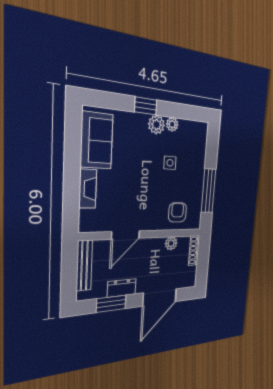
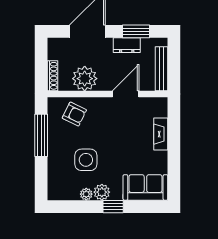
sofa: (97, 141) -> (145, 187), moved, turned 90
side table: (170, 163) -> (86, 160), width x1.87, depth x1.87
armchair: (177, 212) -> (74, 114), turned -64
plant: (171, 243) -> (85, 79), width x1.87, depth x1.87

